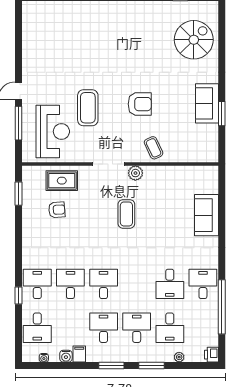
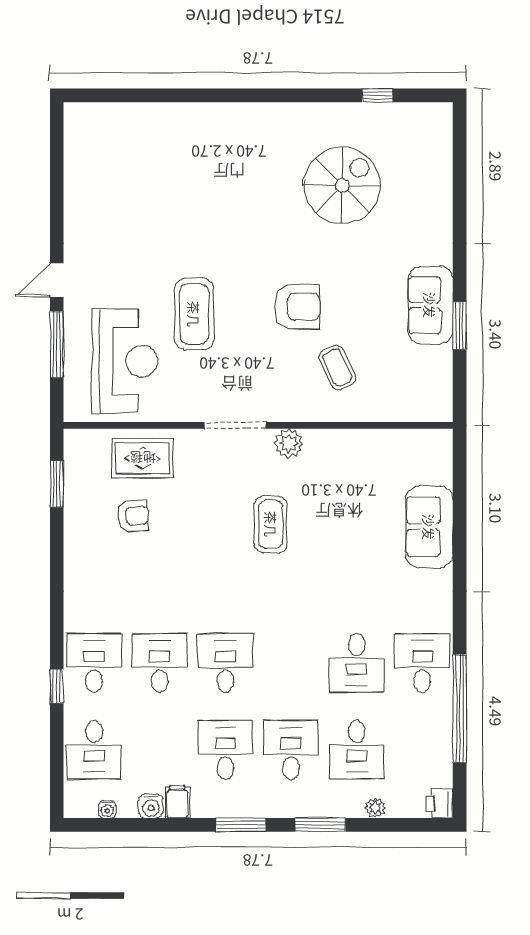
spiral stairs: (194, 40) -> (342, 185), moved
coffee table: (154, 148) -> (337, 368), moved

